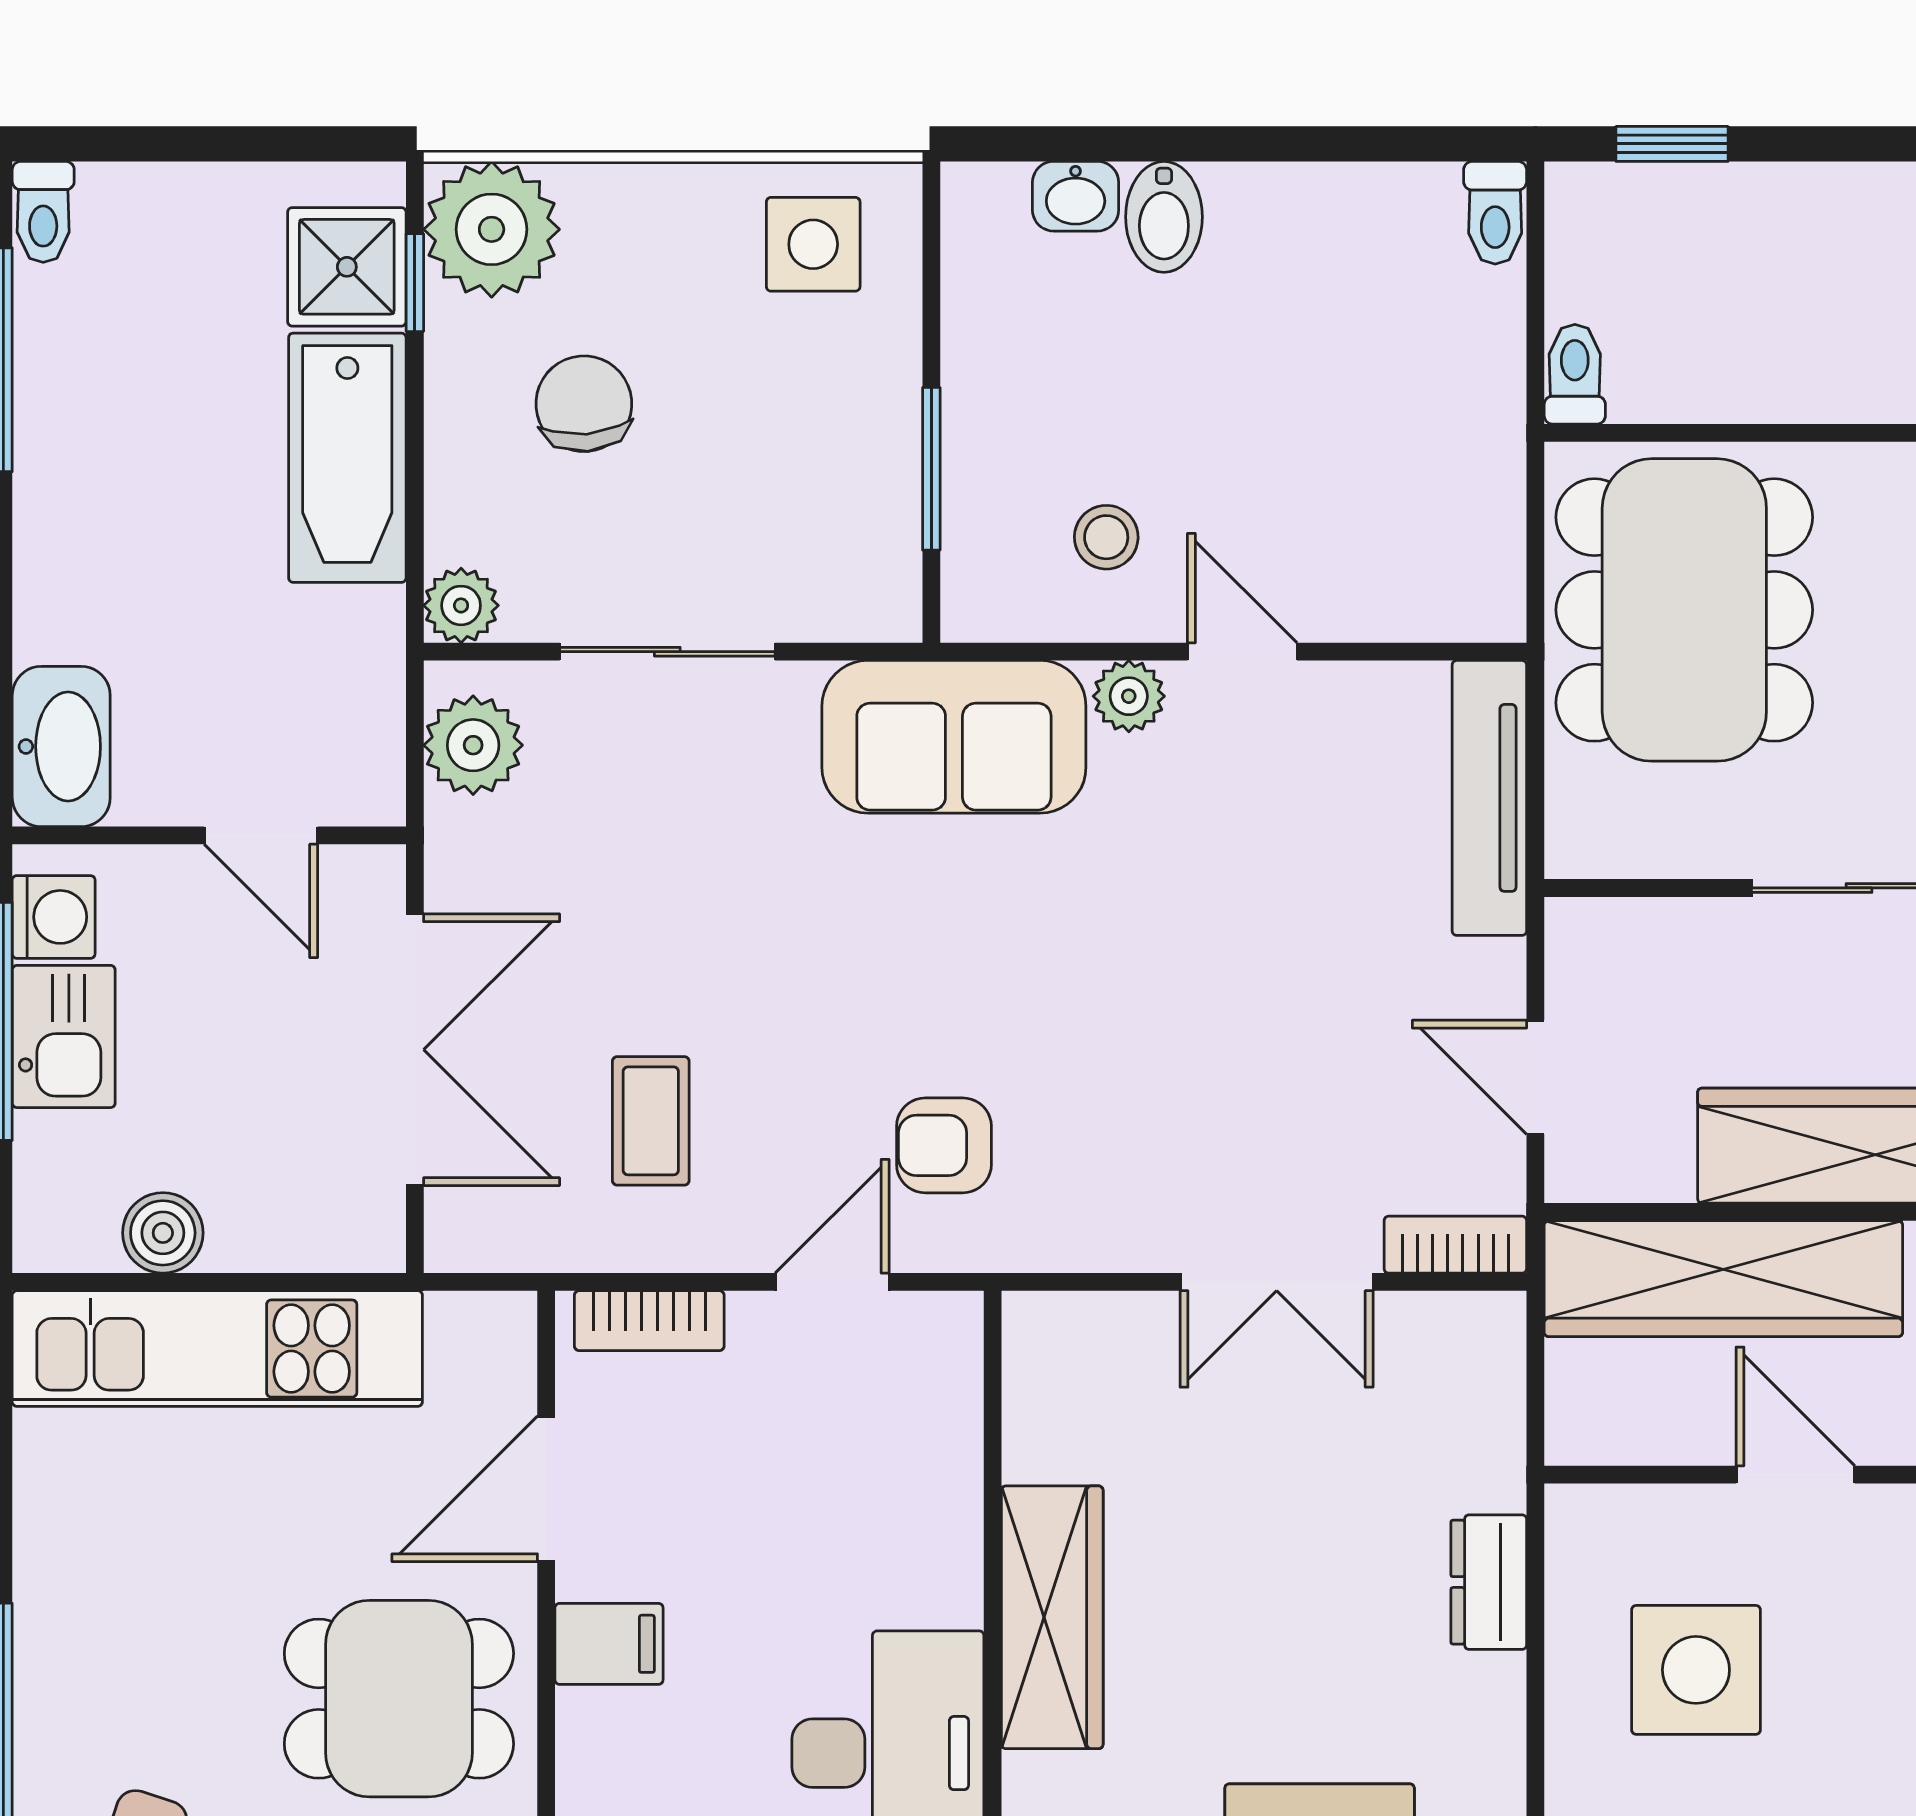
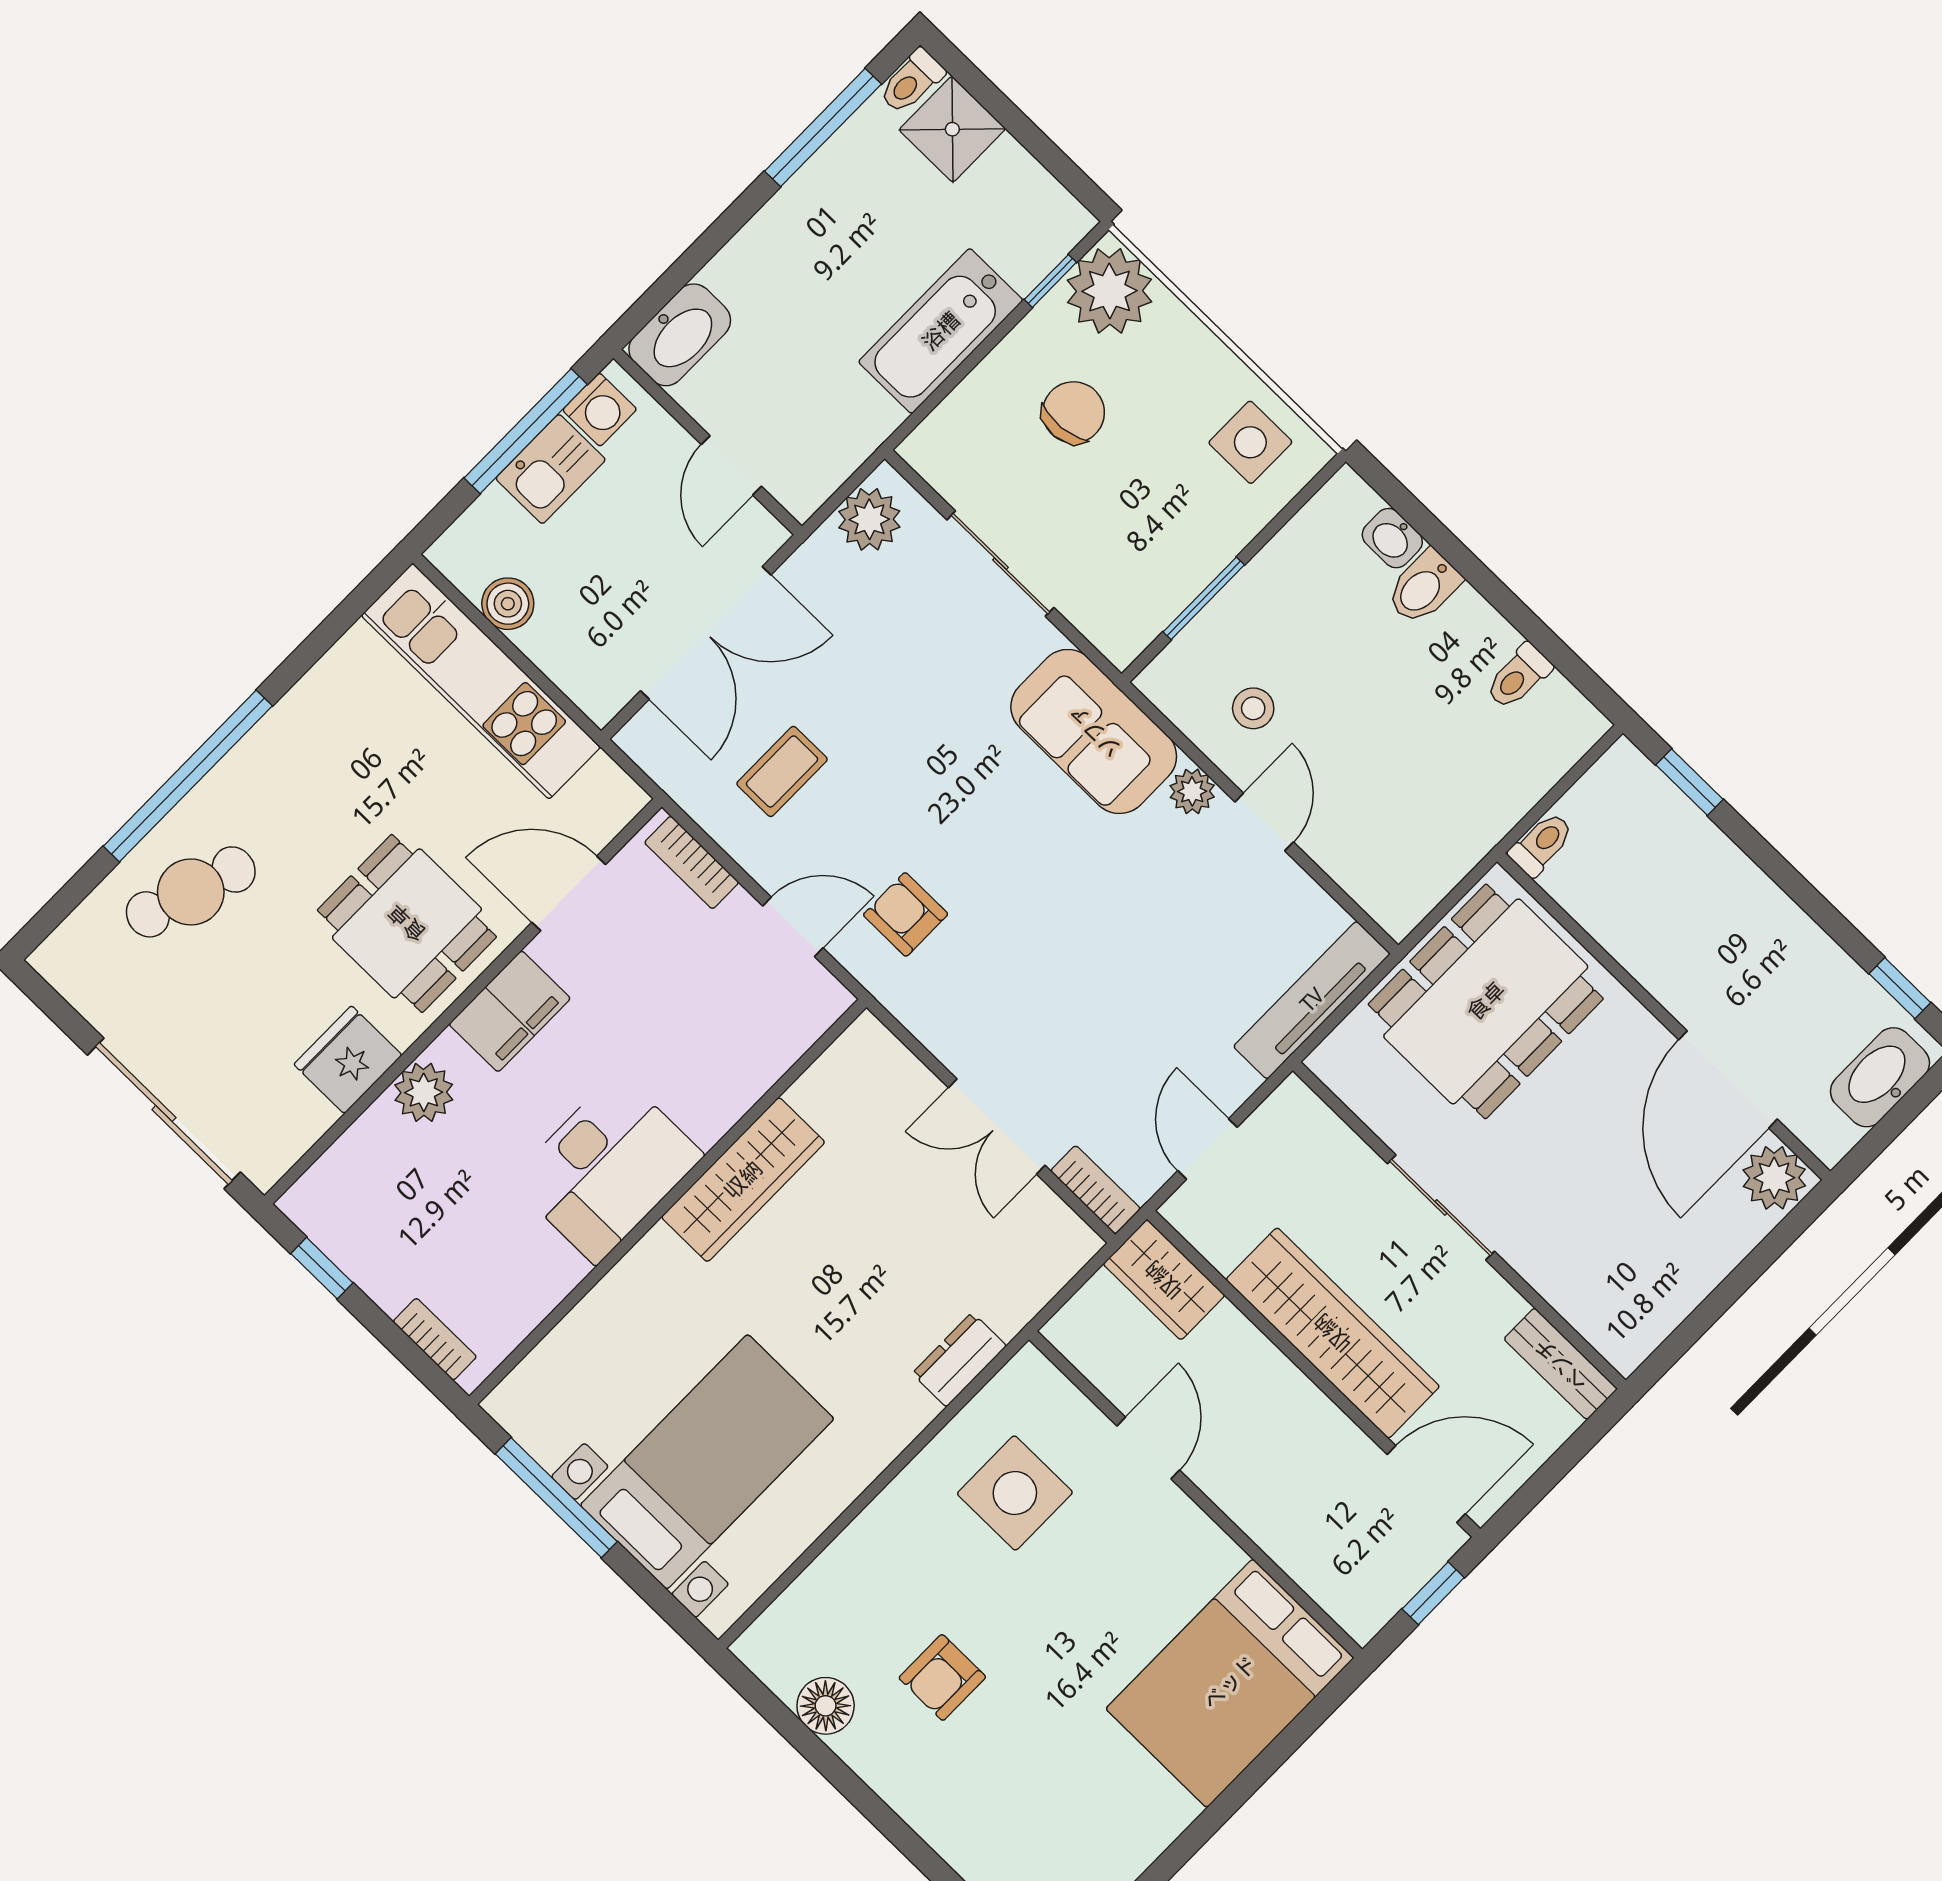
toilet: (1495, 213) -> (1519, 677), moved
shower: (347, 267) -> (952, 129), moved
plant: (461, 605) -> (927, 450), removed
wardrobe: (1723, 1279) -> (1164, 1280), width x0.48, depth x0.85
filing cabinet: (609, 1644) -> (510, 1011), width x2.00

